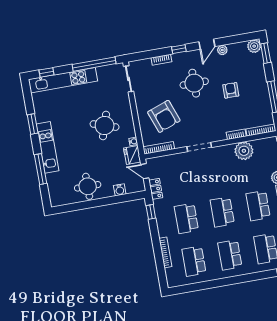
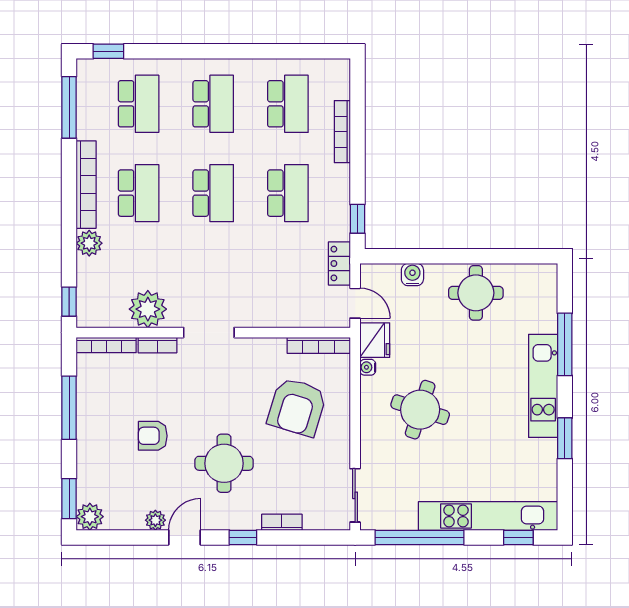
armchair: (231, 90) -> (153, 436), turned 90
armchair: (164, 116) -> (297, 407), turned -143
doorway: (199, 147) -> (209, 333), moved

